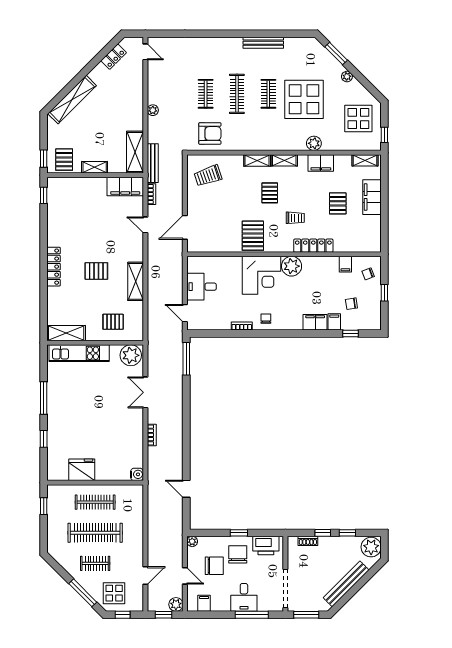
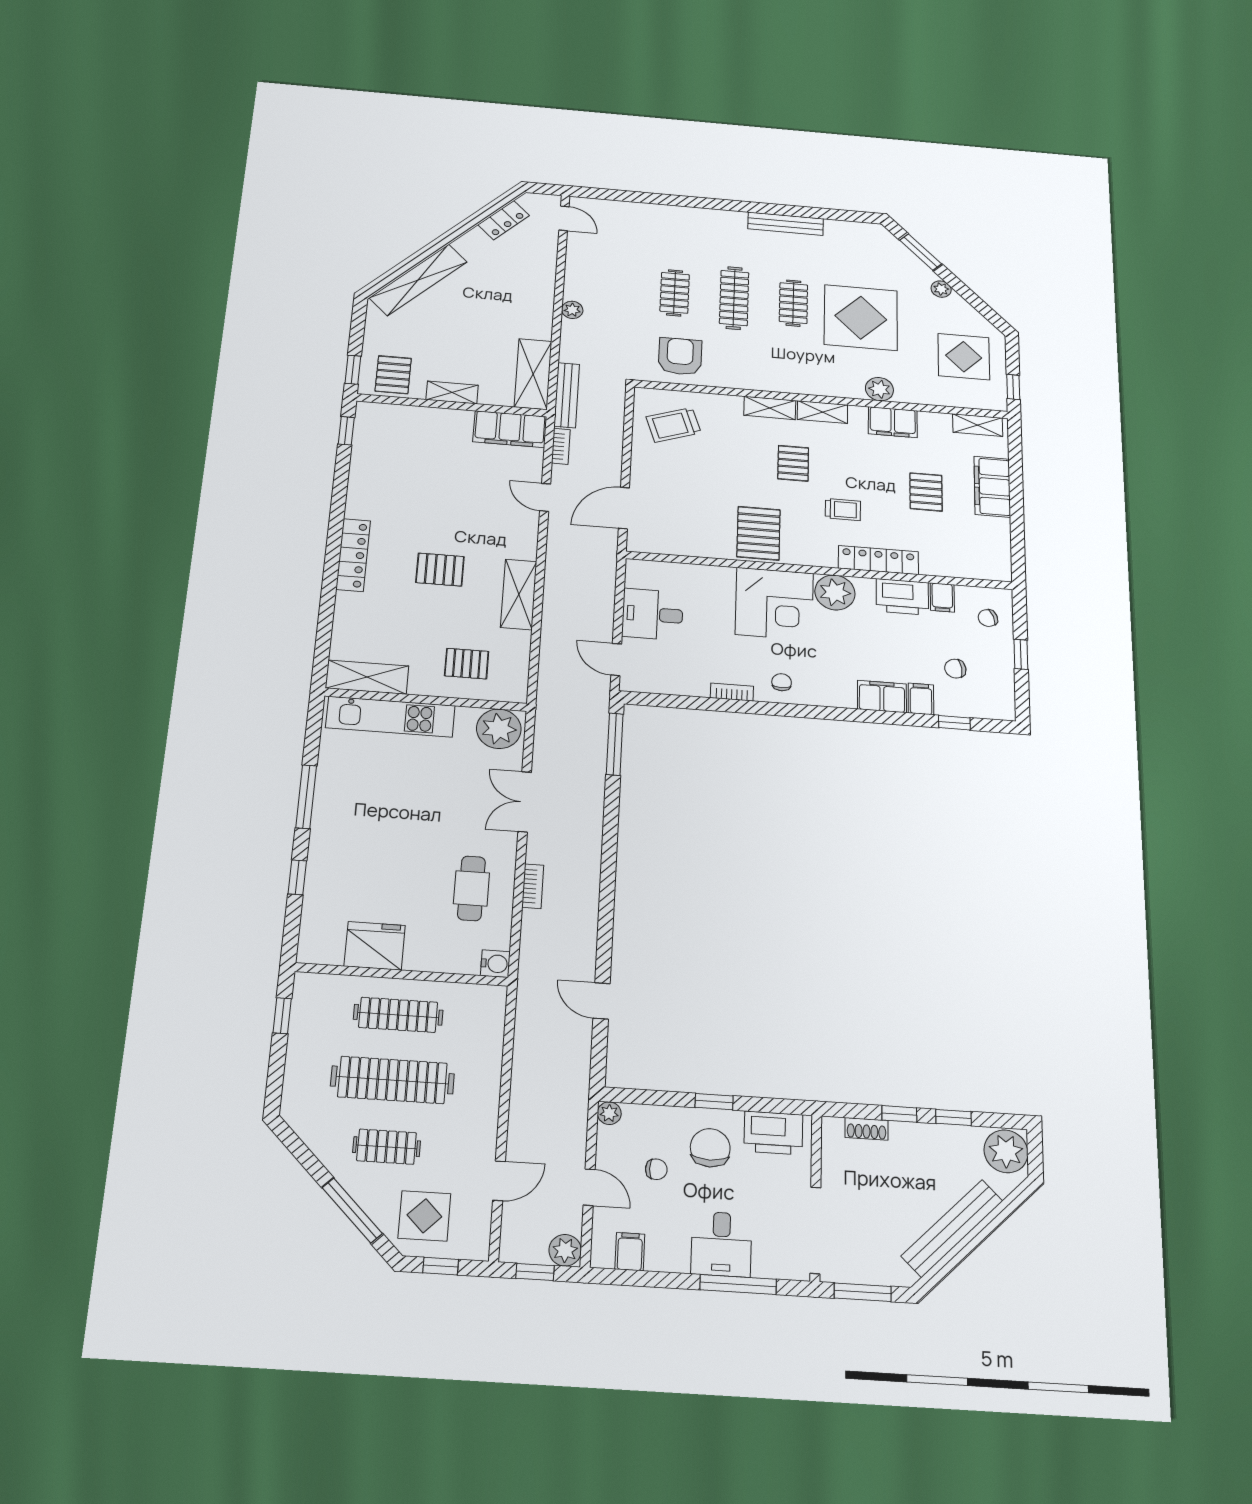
armchair: (210, 133) -> (680, 356), turned -90
printer: (325, 266) -> (902, 597), added
cafe table: (124, 438) -> (471, 888), added
chair: (214, 566) -> (656, 1169), width x0.54, depth x0.54

